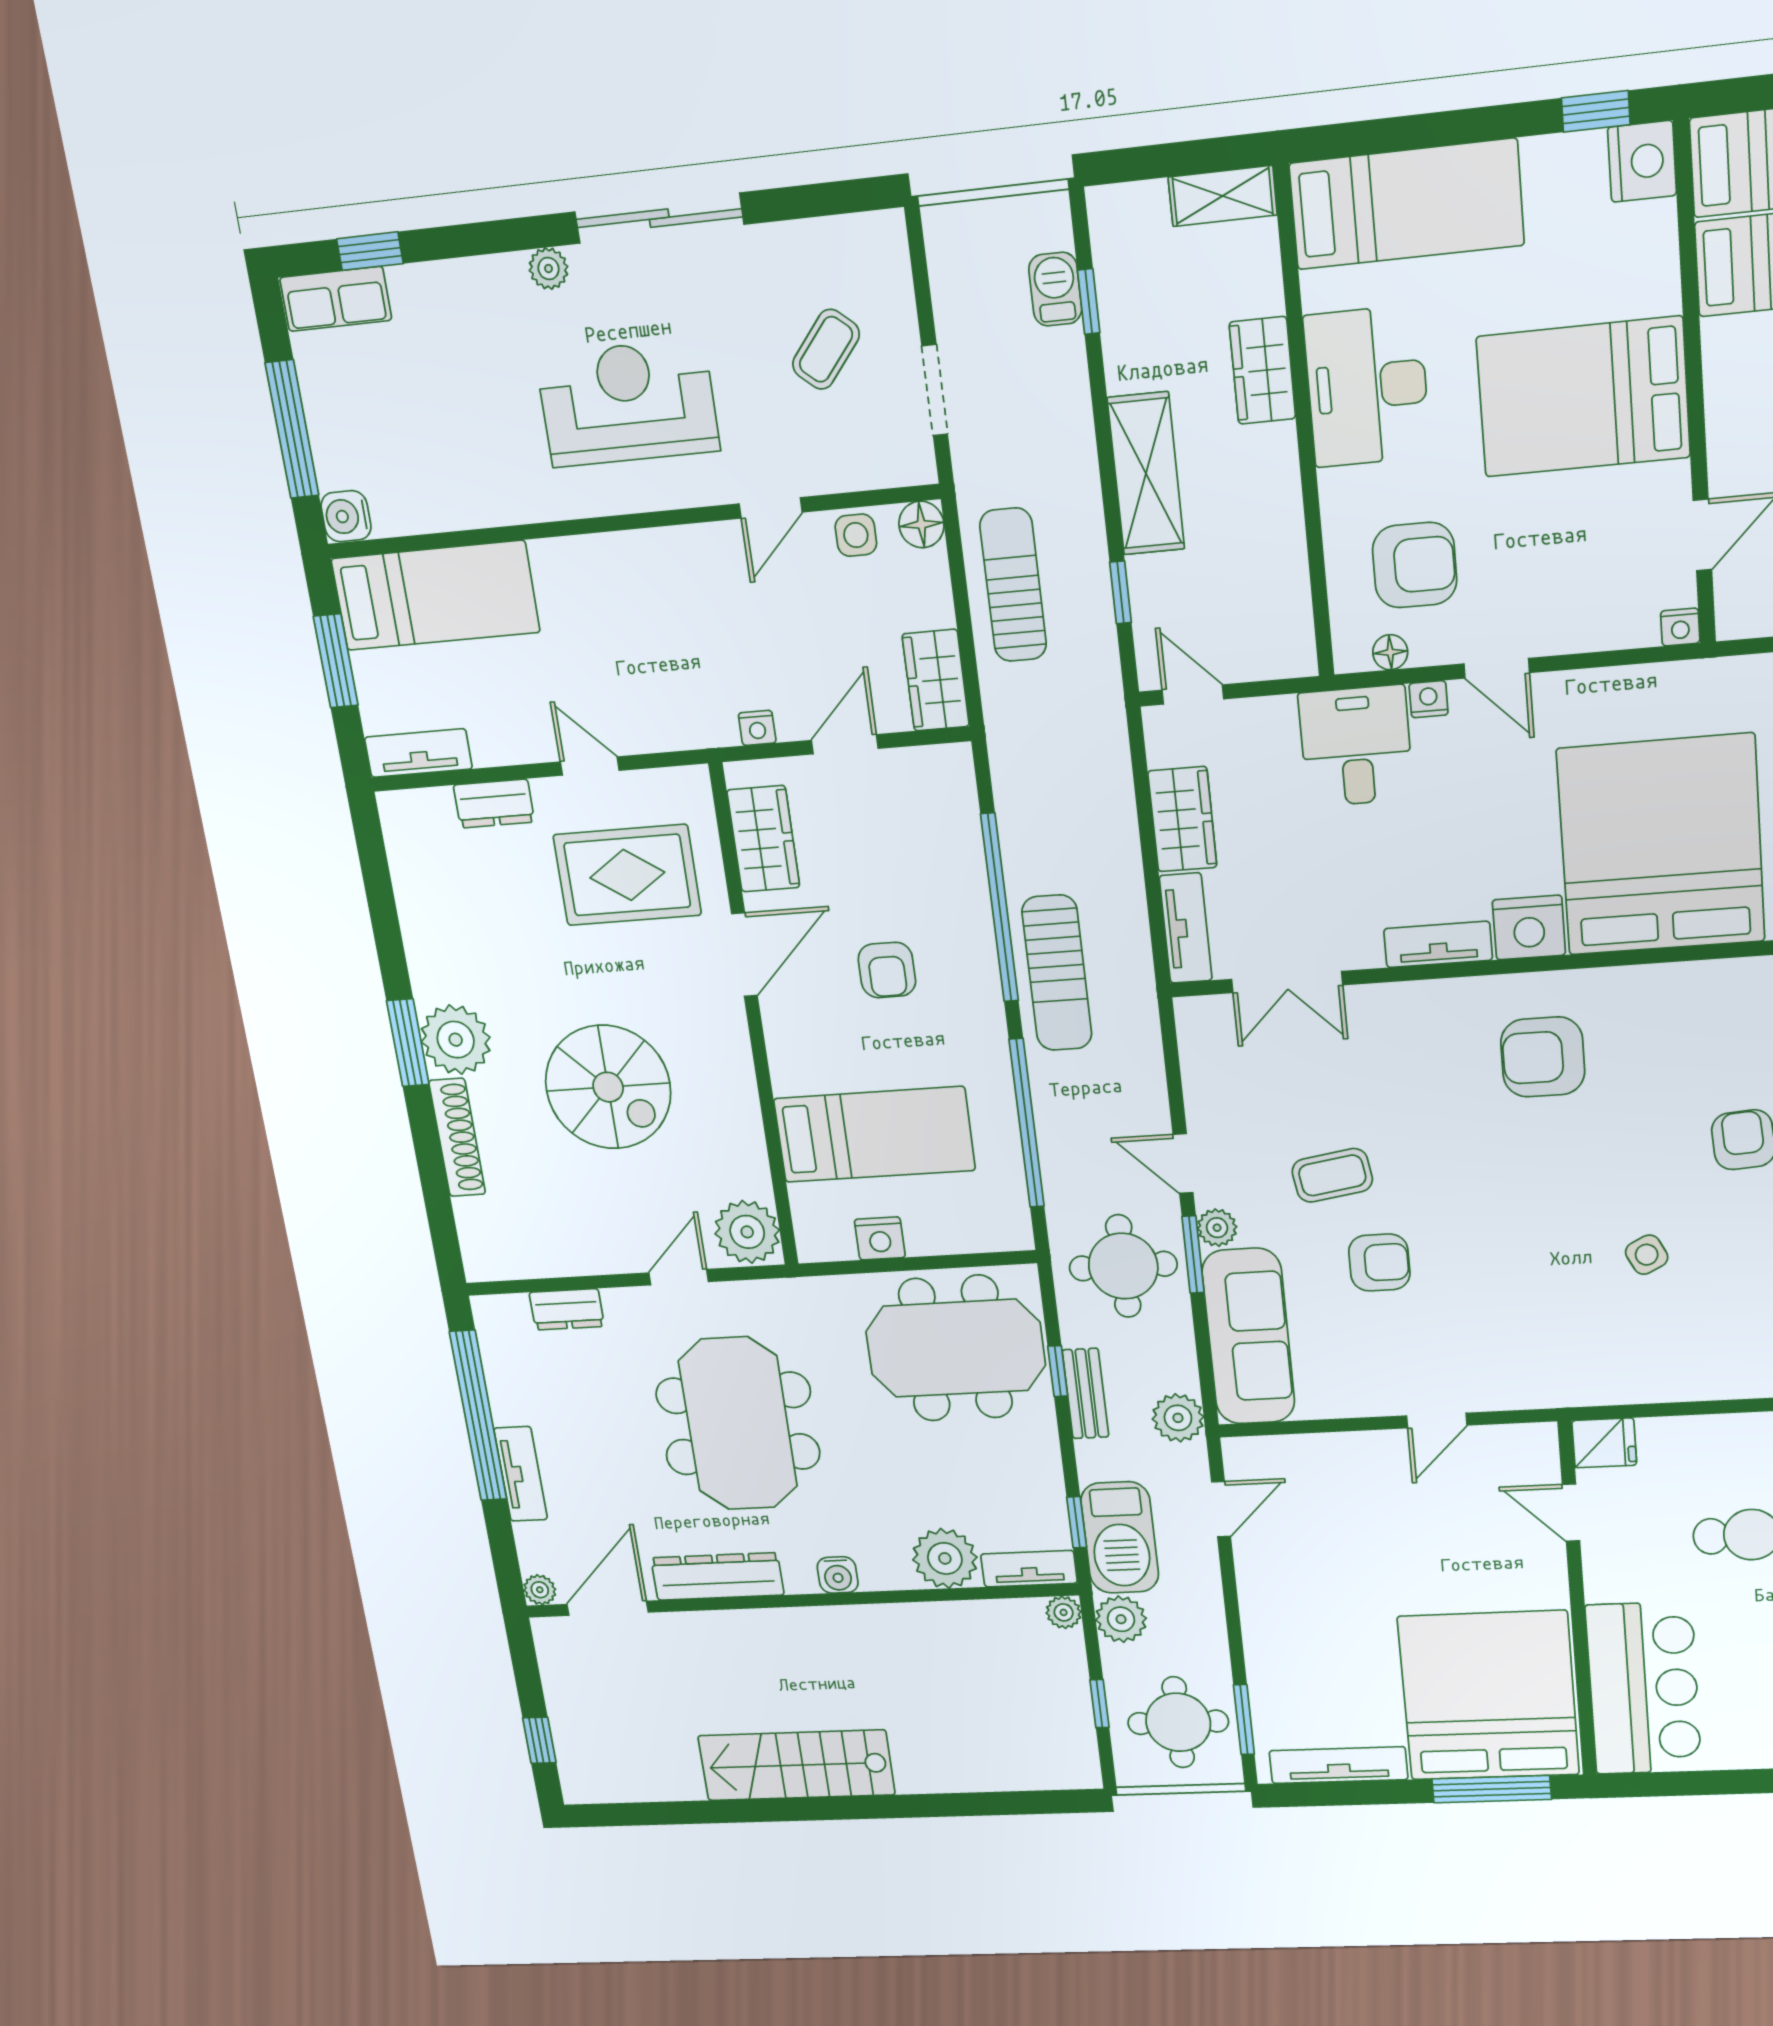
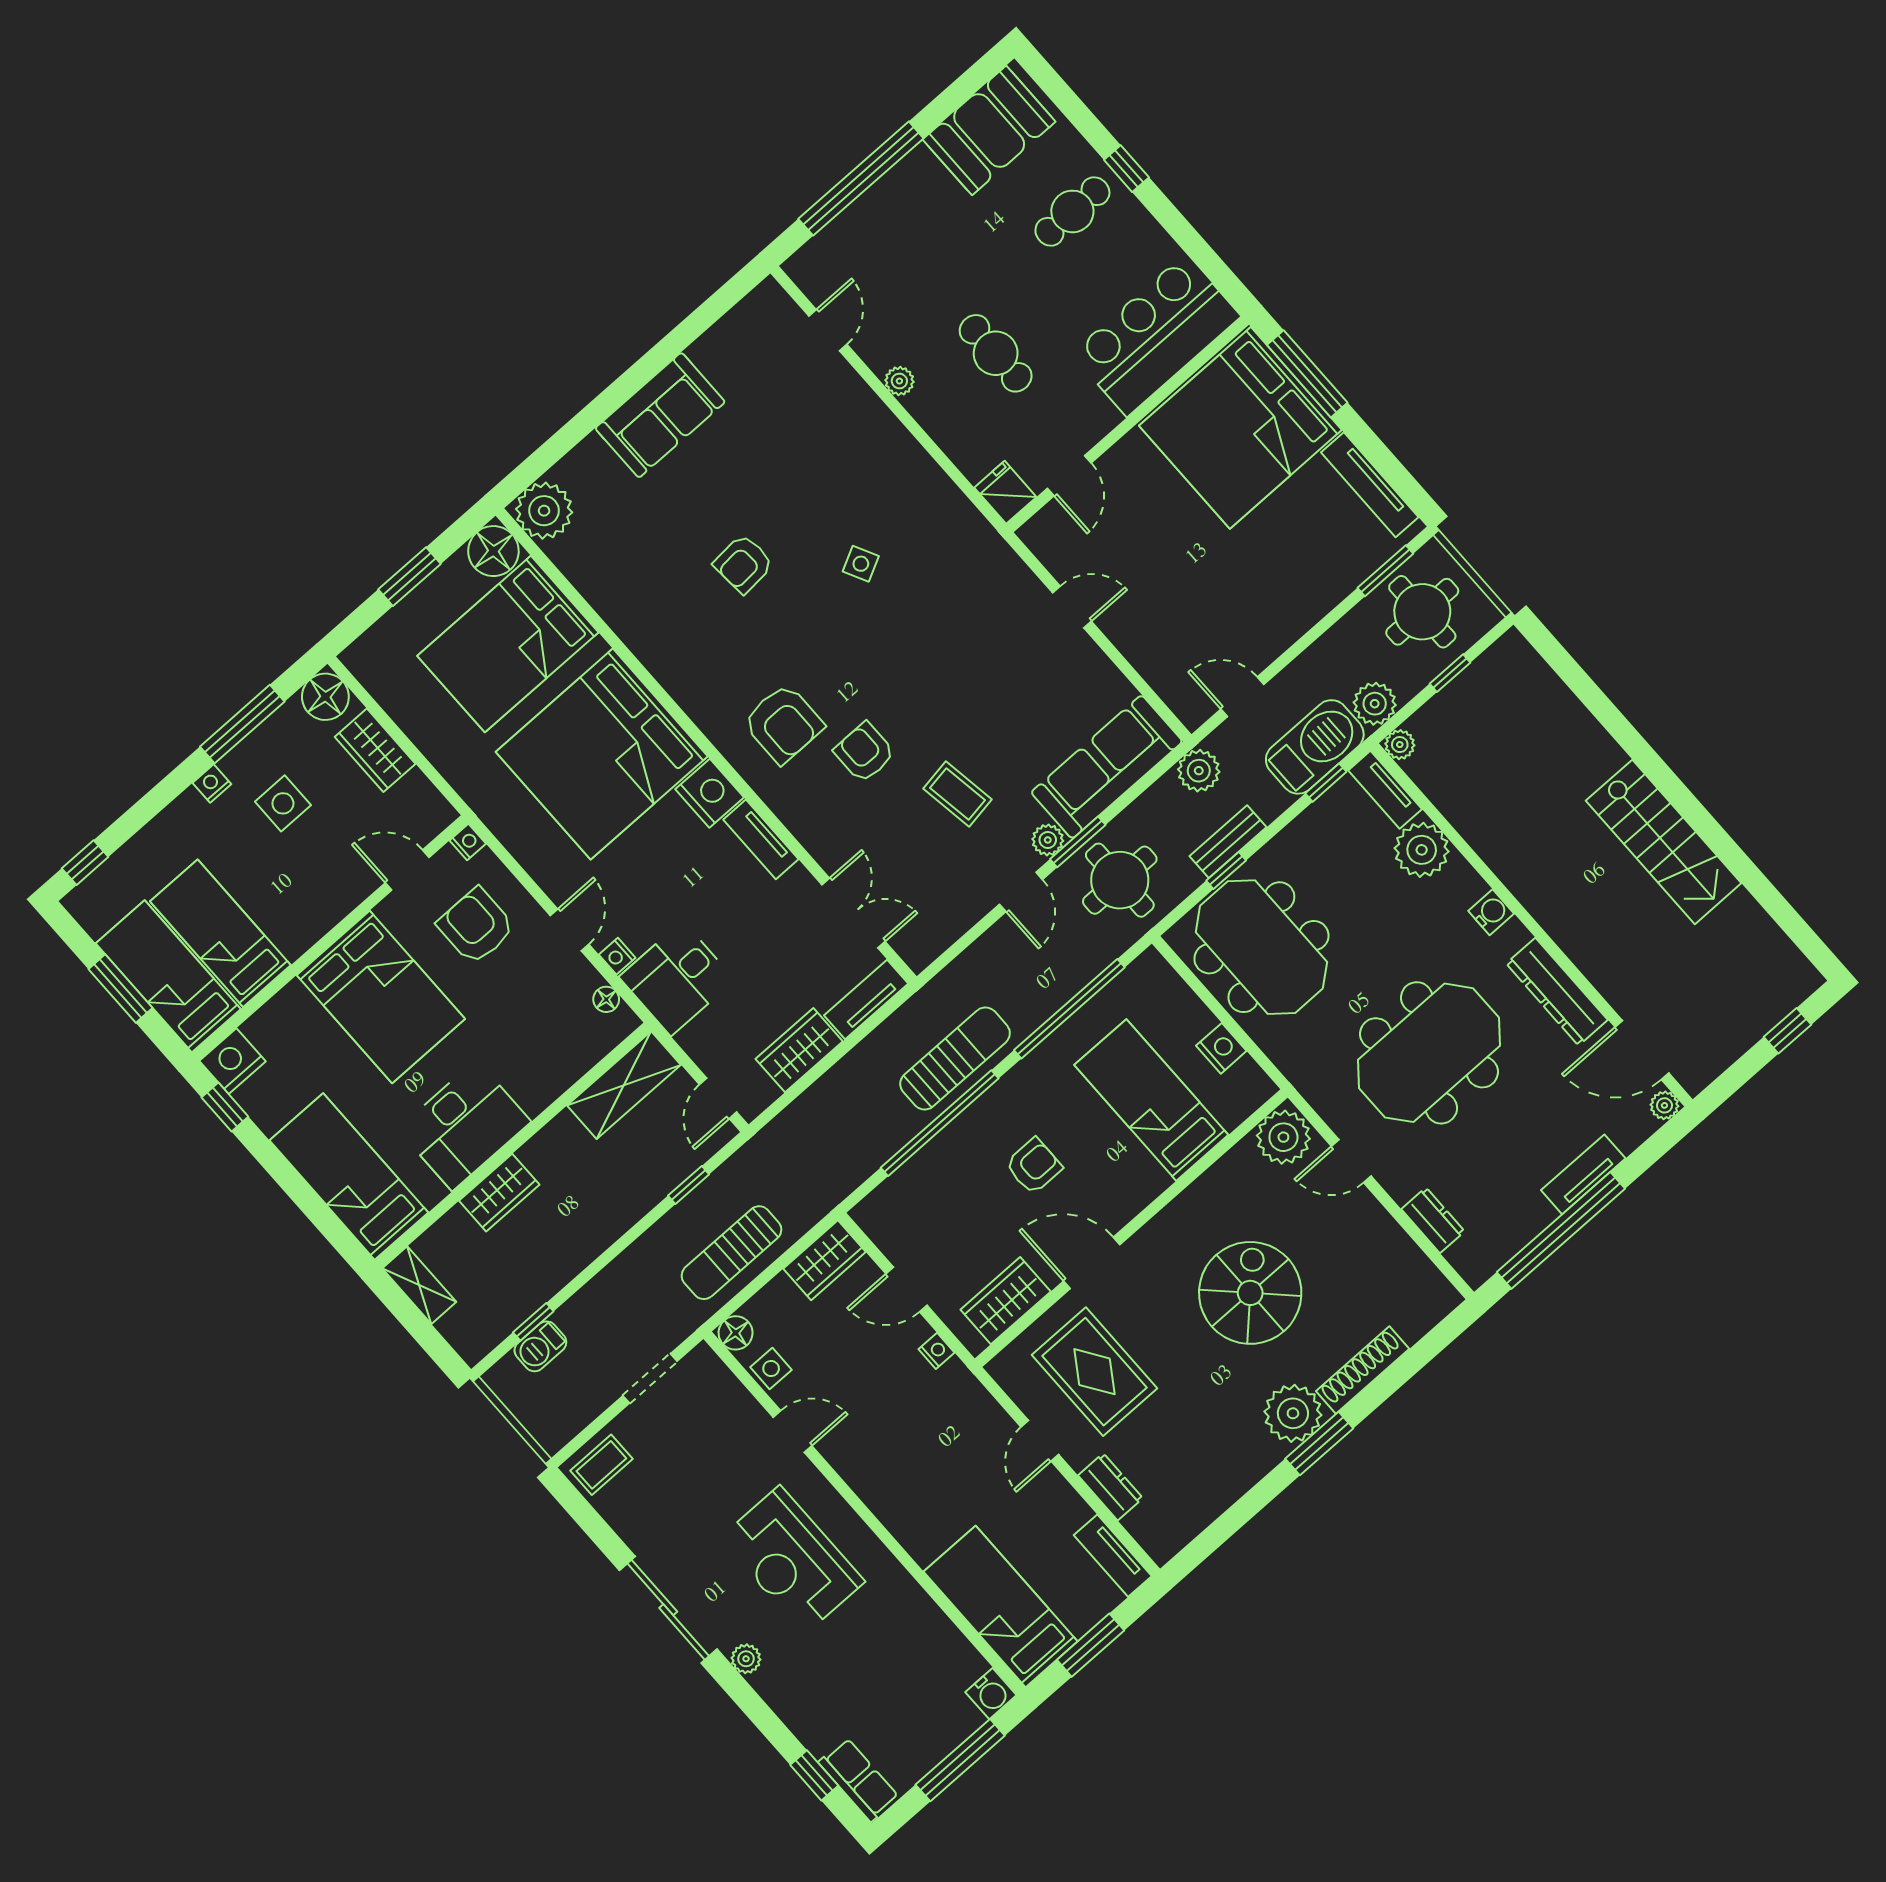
coffee table: (826, 349) -> (601, 1465), moved, turned -40
shelving: (1146, 474) -> (624, 1085), moved
armchair: (1415, 565) -> (476, 926), moved
armchair: (1379, 1262) -> (864, 752), moved

